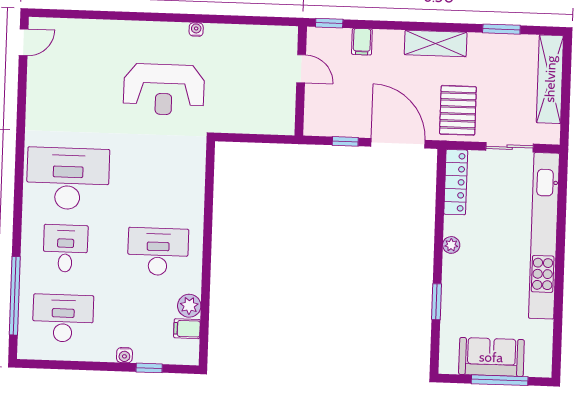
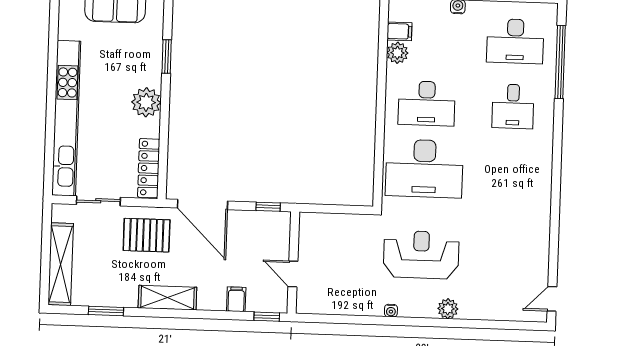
plant: (135, 32) -> (448, 309), added
pallet: (458, 110) -> (147, 235), turned 90
window: (345, 141) -> (268, 207), moved
desk: (68, 179) -> (424, 169), moved
plant: (451, 245) -> (146, 102), width x1.87, depth x1.87

